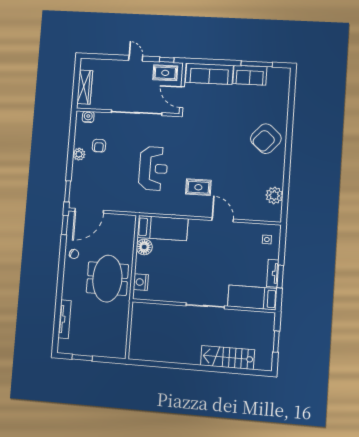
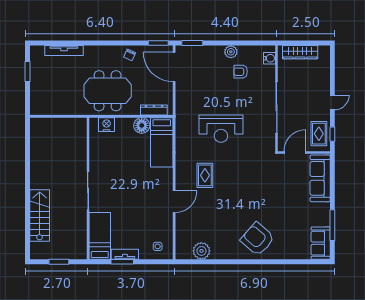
sofa: (250, 75) -> (321, 243), moved
dresser: (130, 234) -> (154, 110), added

